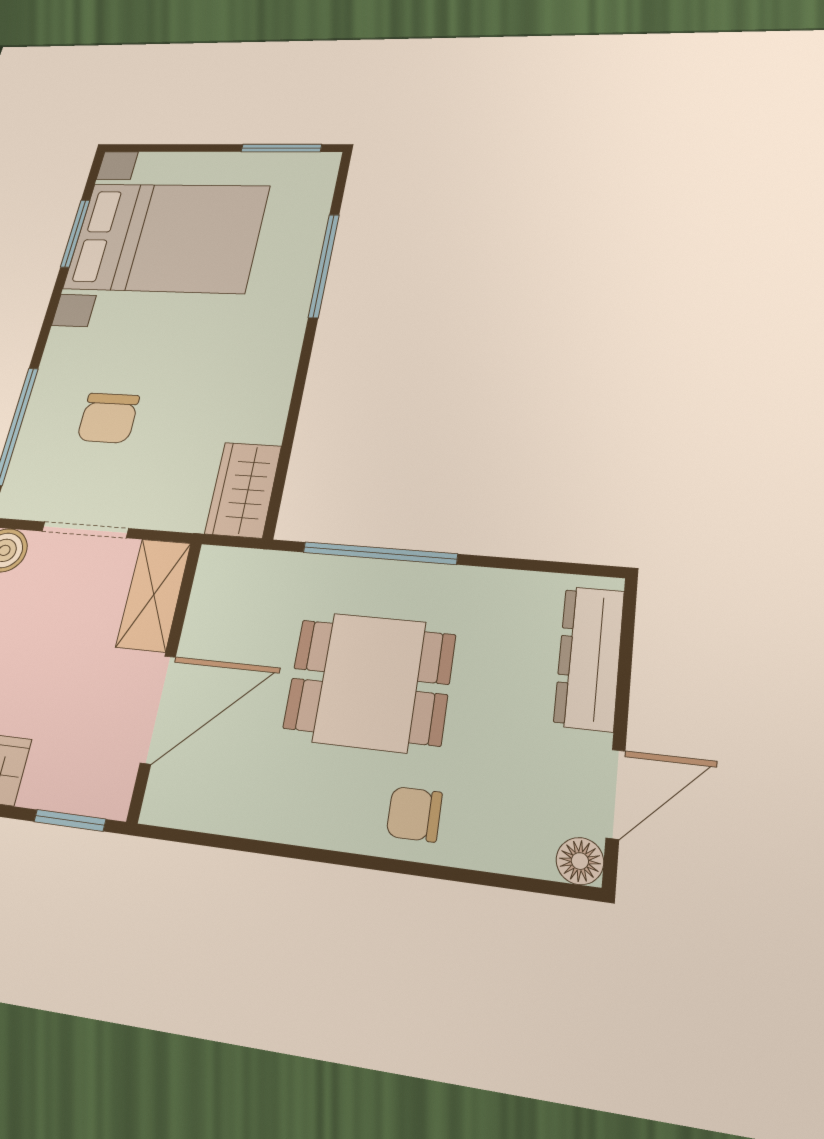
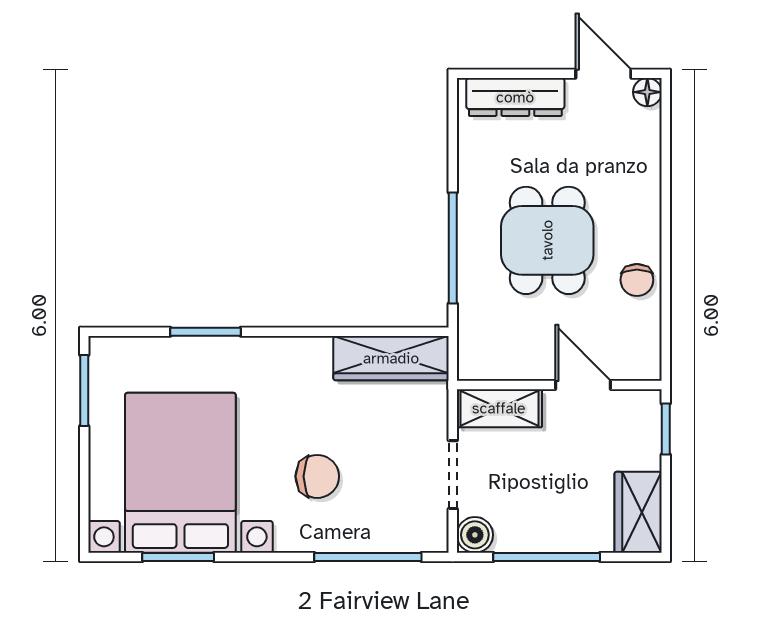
window: (324, 265) -> (206, 332), width x0.69
chair: (108, 418) -> (317, 476), moved
wardrobe: (243, 490) -> (391, 358), width x1.50
door: (158, 709) -> (583, 385), width x0.73
chair: (414, 814) -> (637, 280), moved

